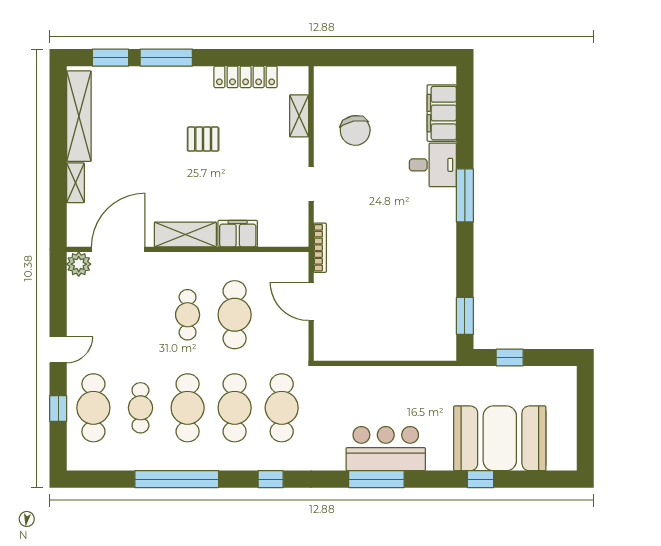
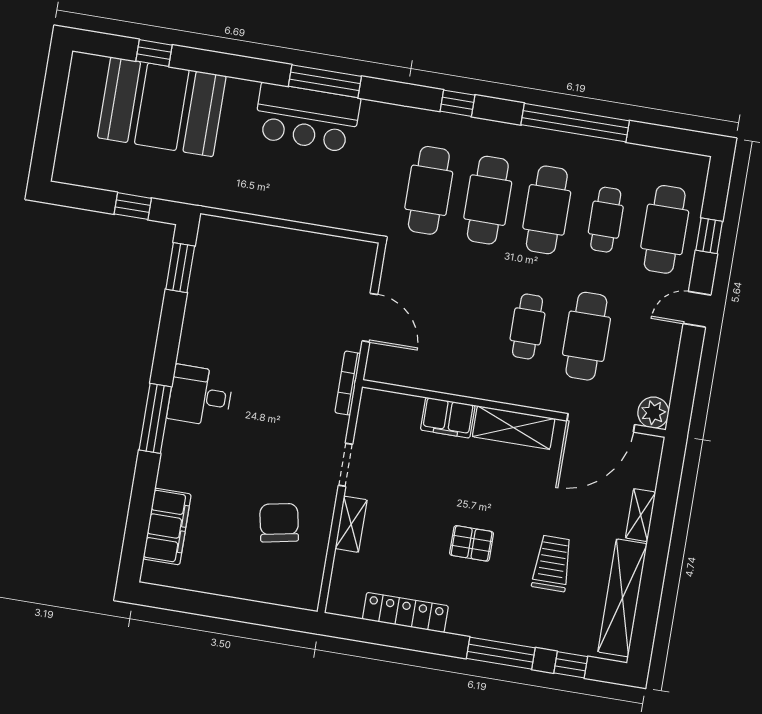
window: (110, 58) -> (571, 665), width x0.67
shelving: (299, 116) -> (351, 524), moved
trolley: (138, 134) -> (552, 563), added
desk: (433, 165) -> (200, 396), moved
cafe table: (235, 315) -> (586, 336), moved
window: (480, 479) -> (154, 53), moved

